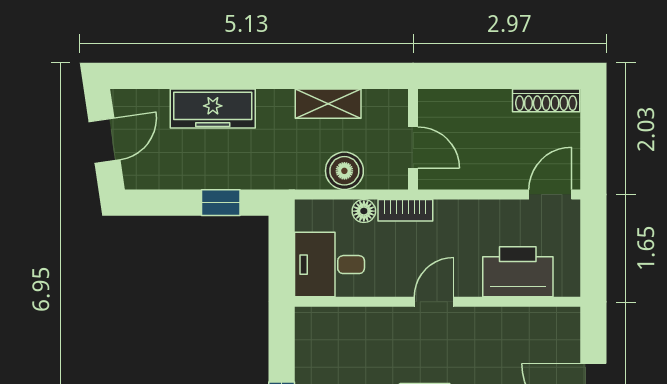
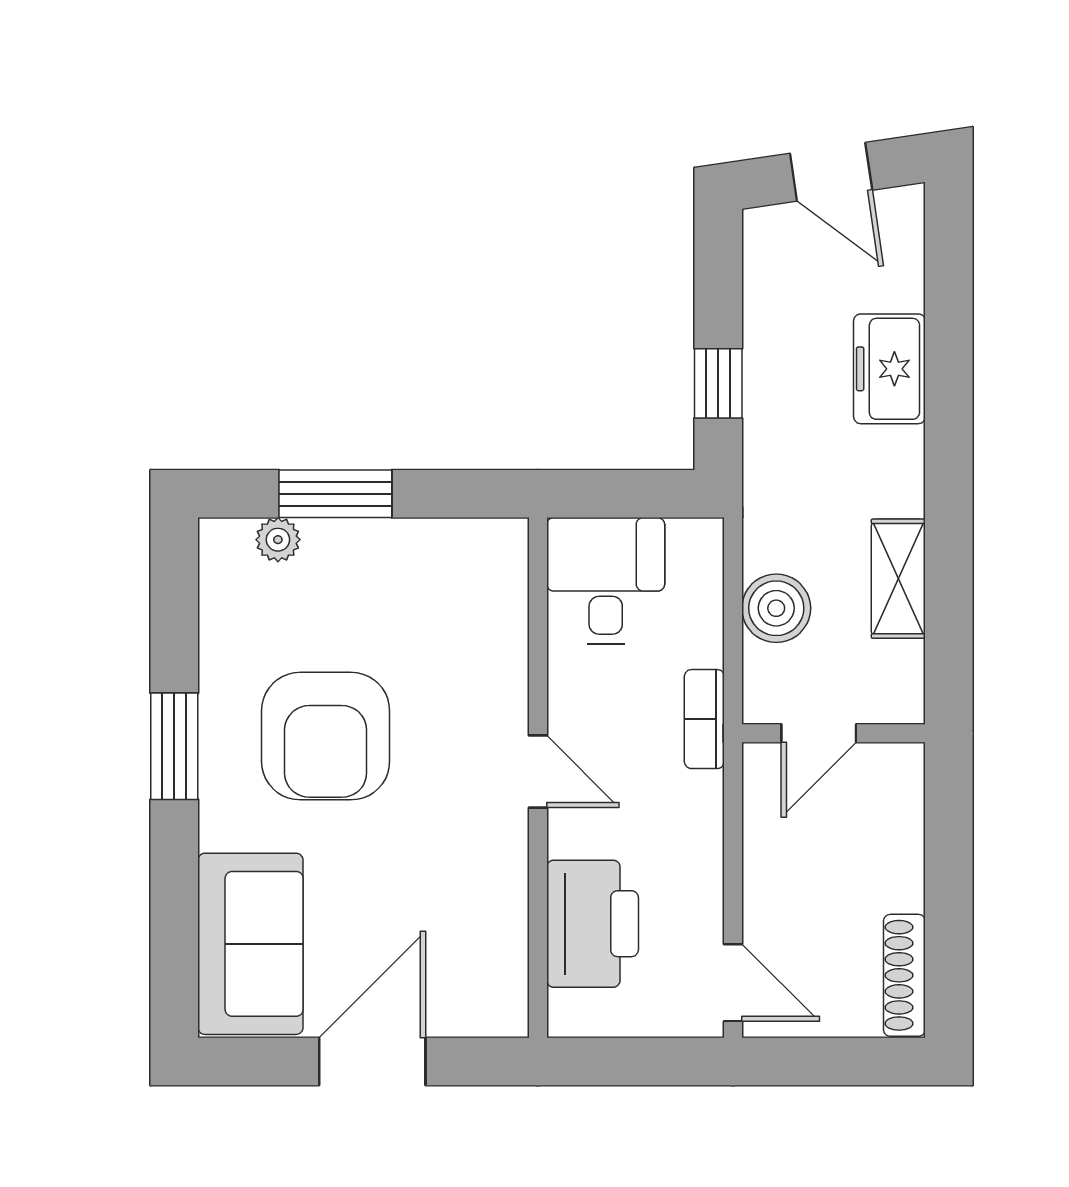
freezer: (213, 109) -> (889, 369), width x0.71
floor lamp: (364, 211) -> (703, 644), removed

